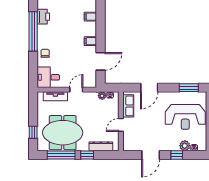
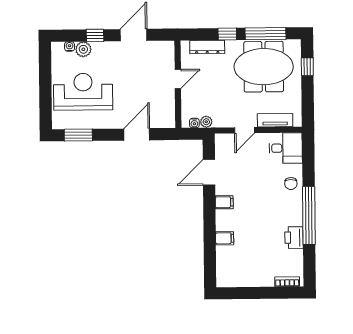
row of seats: (128, 106) -> (167, 107), removed

